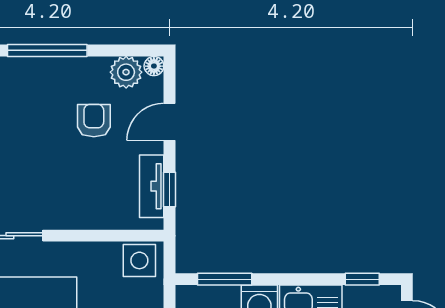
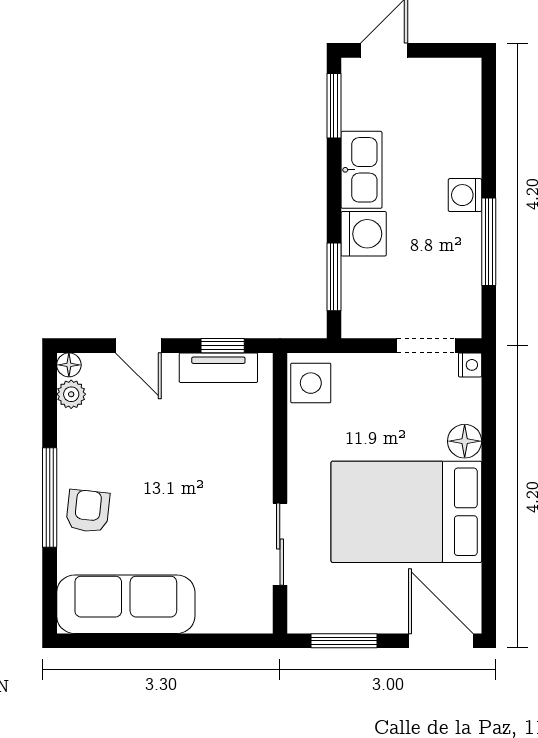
plant: (126, 72) -> (71, 394), width x0.73, depth x0.73
armchair: (94, 121) -> (88, 511), moved, turned 96
window: (362, 279) -> (334, 106), width x1.50

